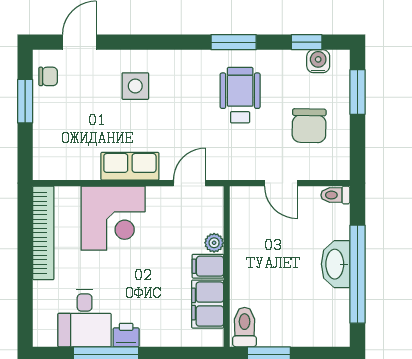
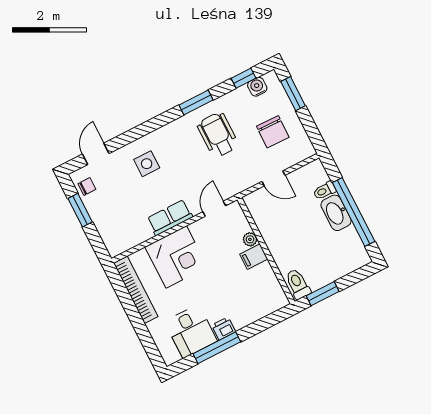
toilet: (335, 195) -> (325, 191), moved
filing cabinet: (208, 304) -> (266, 281), removed

